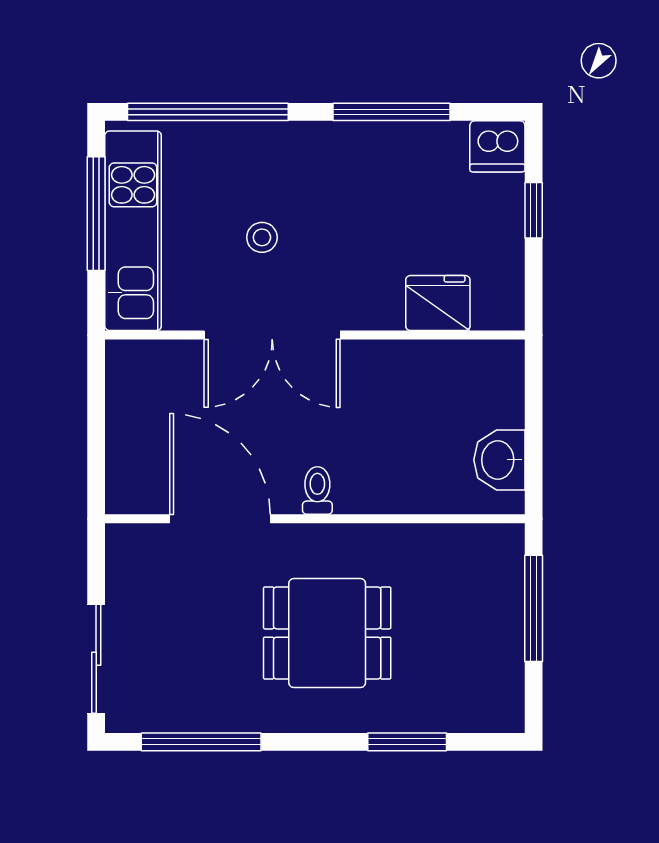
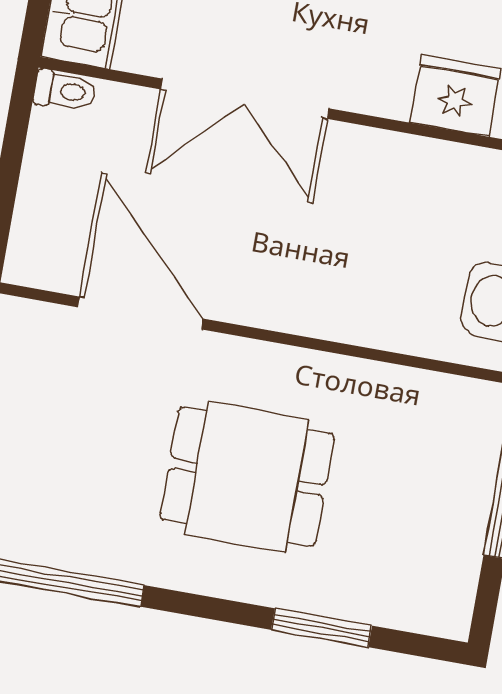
toilet: (317, 490) -> (65, 91), moved, turned 90

